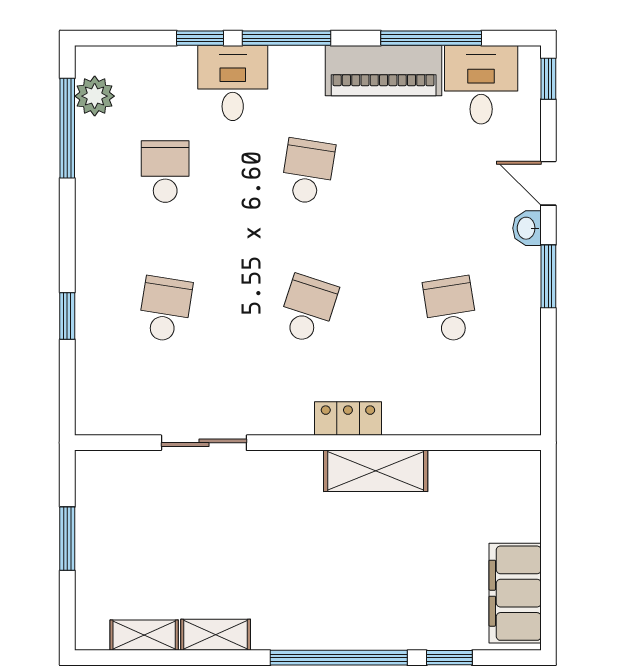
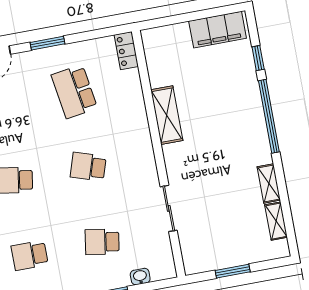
washbasin: (527, 228) -> (140, 277), moved, turned 180
school desk: (450, 309) -> (74, 92), width x1.85
locker: (348, 419) -> (126, 51), moved

